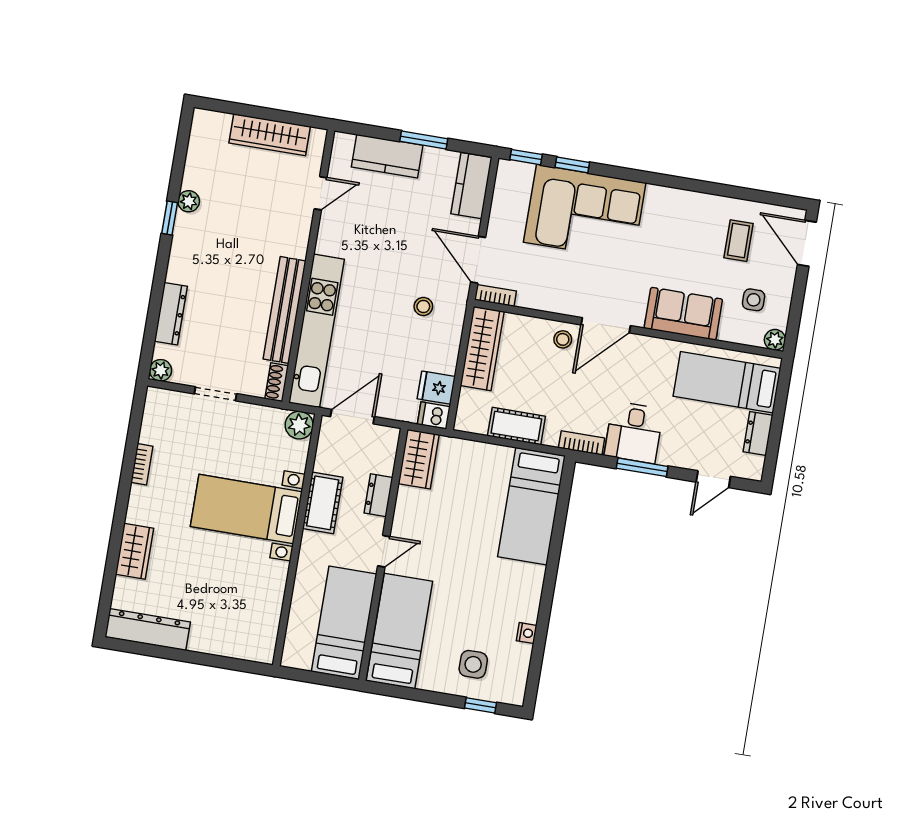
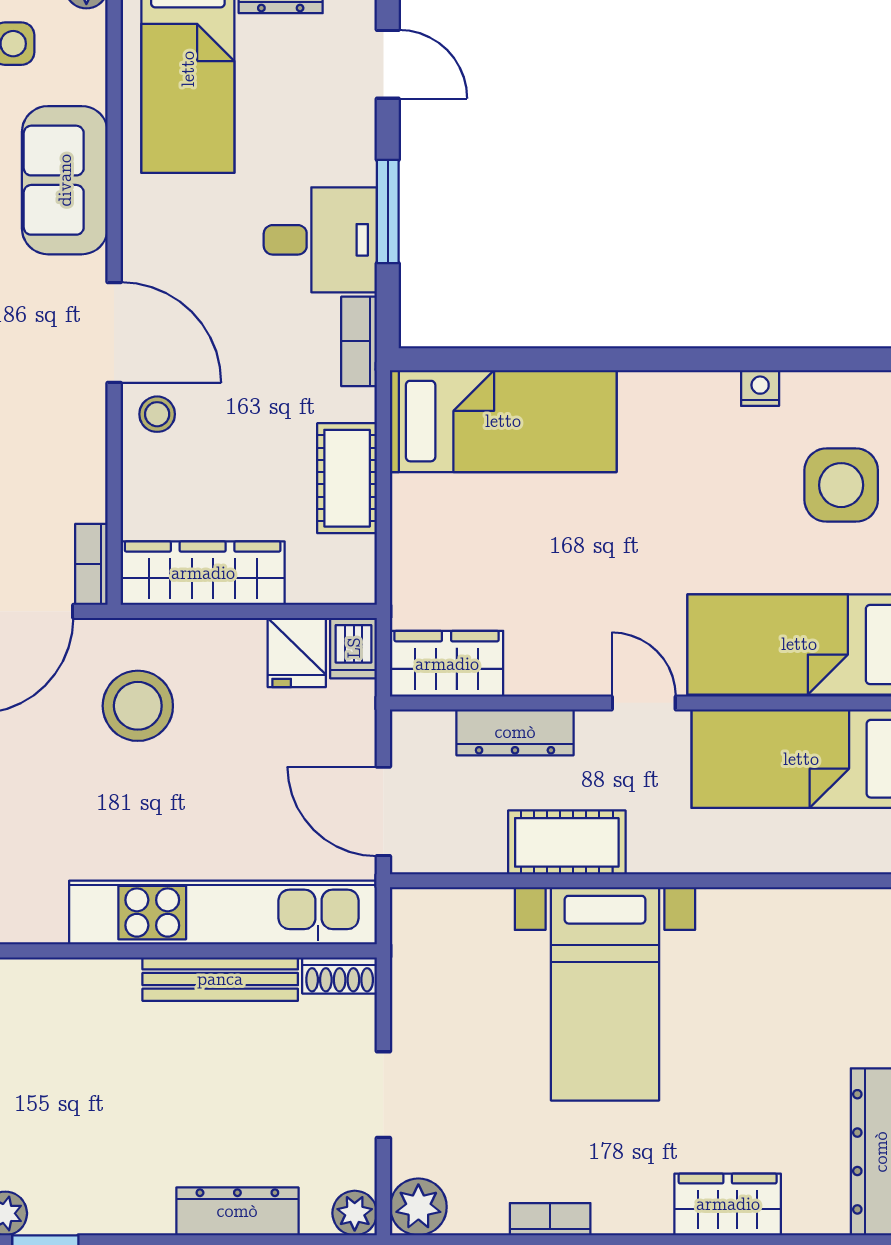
stool: (423, 306) -> (138, 706), width x1.89, depth x1.89
bench: (285, 310) -> (220, 979), width x0.73, depth x0.82
plant: (299, 425) -> (418, 1207), moved
dresser: (379, 495) -> (515, 732), width x1.44
side table: (473, 664) -> (841, 485), width x1.37, depth x1.37

